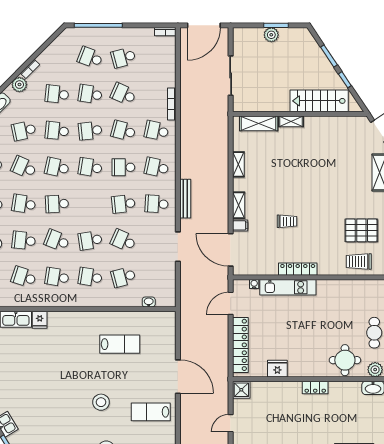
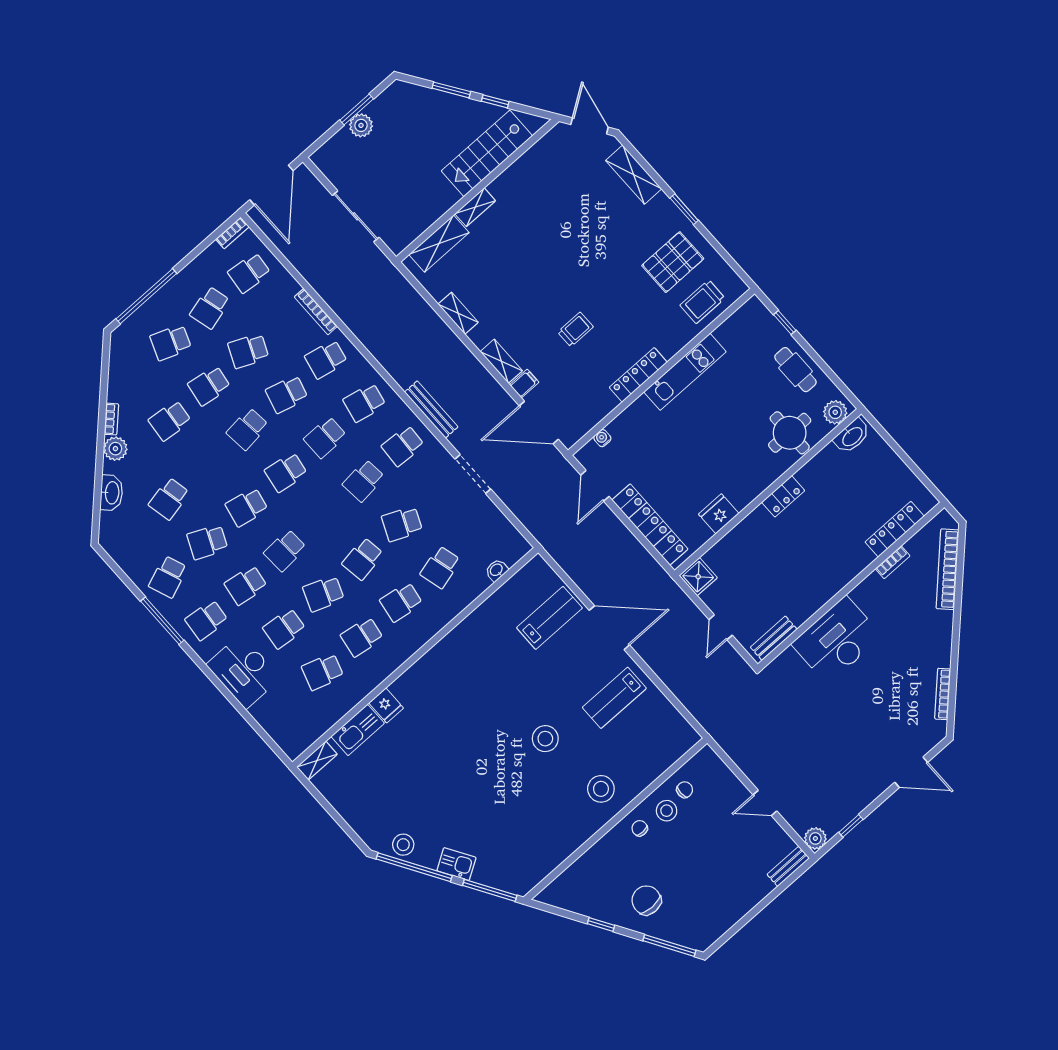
school desk: (57, 131) -> (249, 273), moved
kitchen unit: (288, 287) -> (685, 372), moved
lab bench: (120, 344) -> (549, 618), moved

